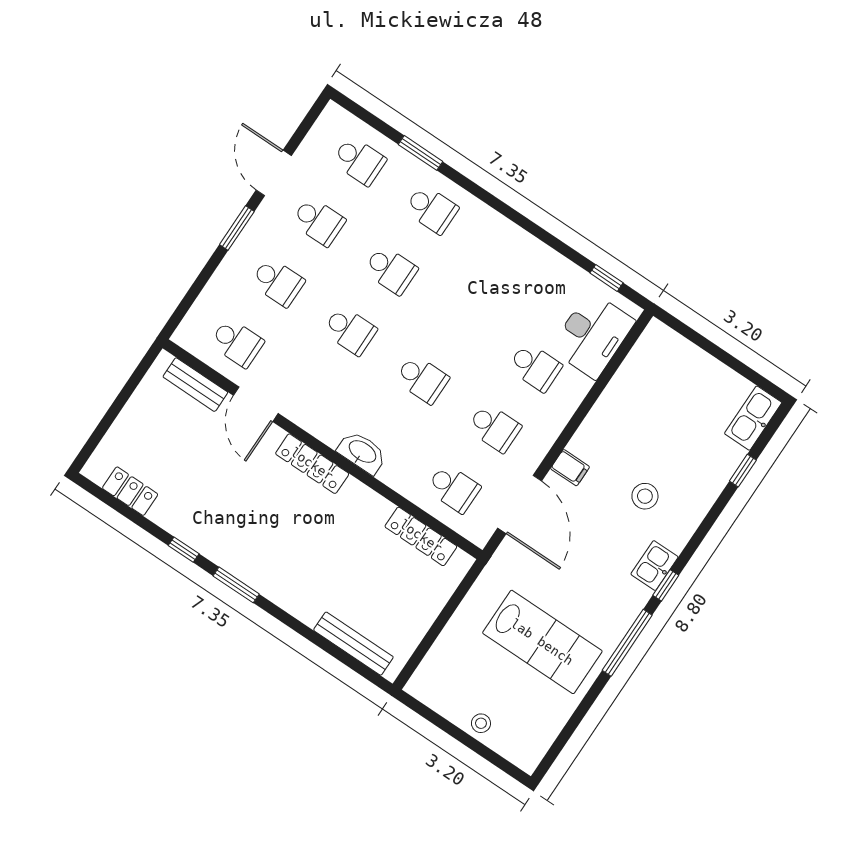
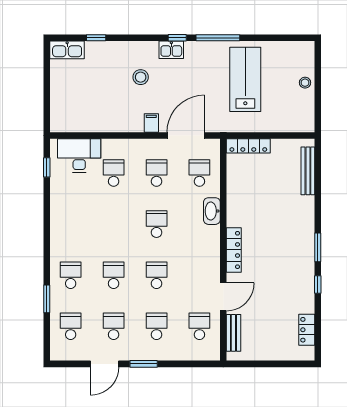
washbasin: (362, 452) -> (212, 211), moved
locker: (421, 536) -> (248, 146), moved, turned 90

